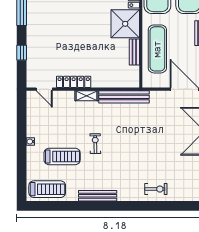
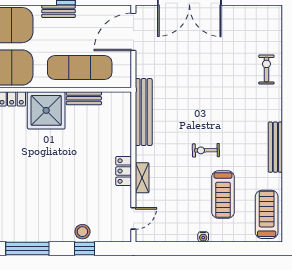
stool: (34, 51) -> (82, 232), added
locker: (74, 82) -> (124, 171), width x0.66
shelving: (86, 96) -> (142, 178), moved
treadmill: (62, 156) -> (223, 195), turned 180

